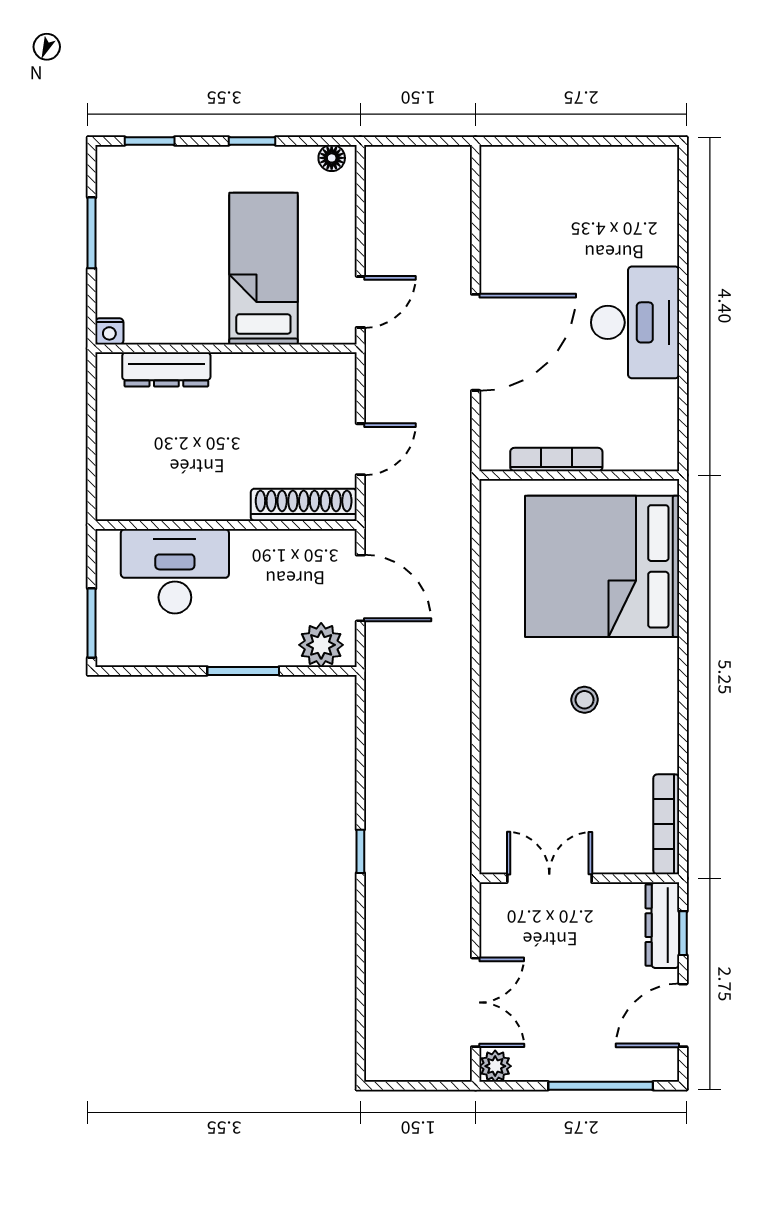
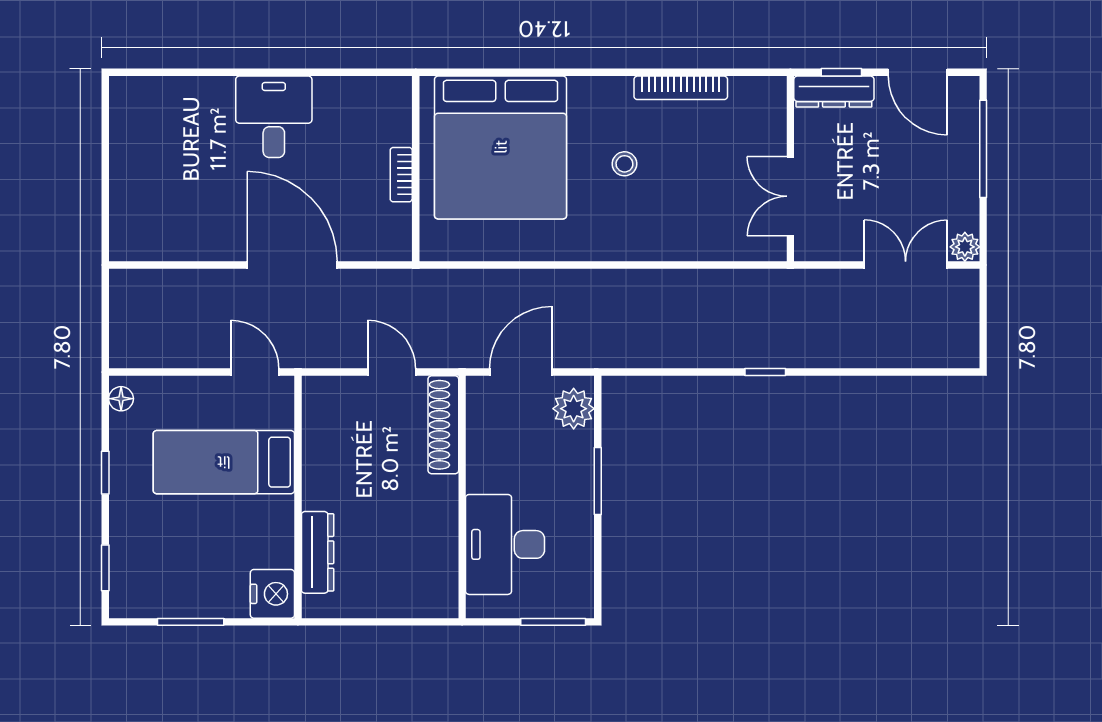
desk: (635, 322) -> (274, 117), width x0.73
nightstand: (109, 331) -> (272, 594), width x1.89, depth x1.79
bookcase: (556, 459) -> (401, 175), width x0.64
bookcase: (666, 824) -> (681, 88), moved

